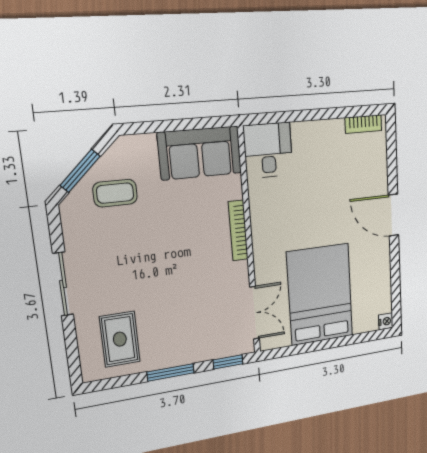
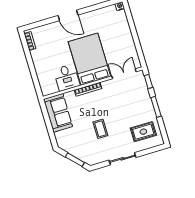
desk: (268, 150) -> (67, 78), moved, turned -90
coffee table: (115, 193) -> (100, 129), moved
door: (393, 215) -> (68, 15), hinge flipped
bed: (320, 294) -> (89, 59), moved, turned 90

